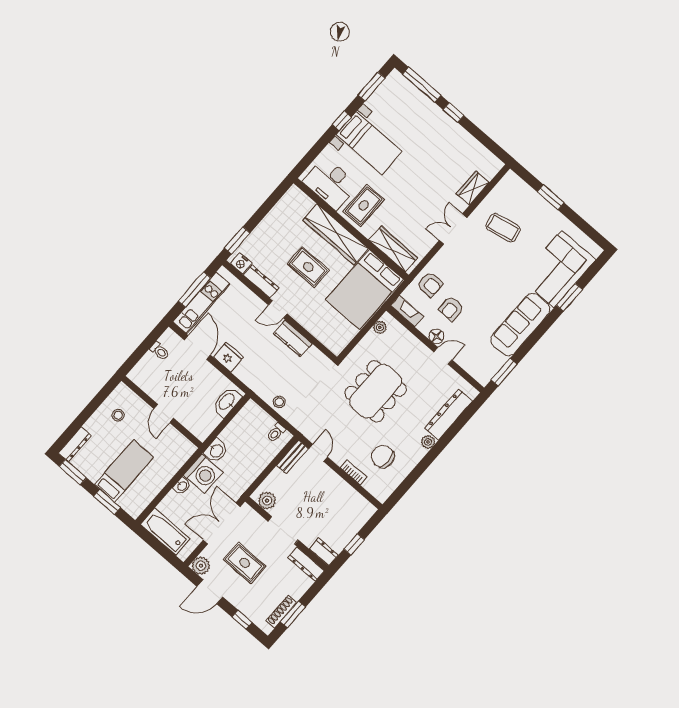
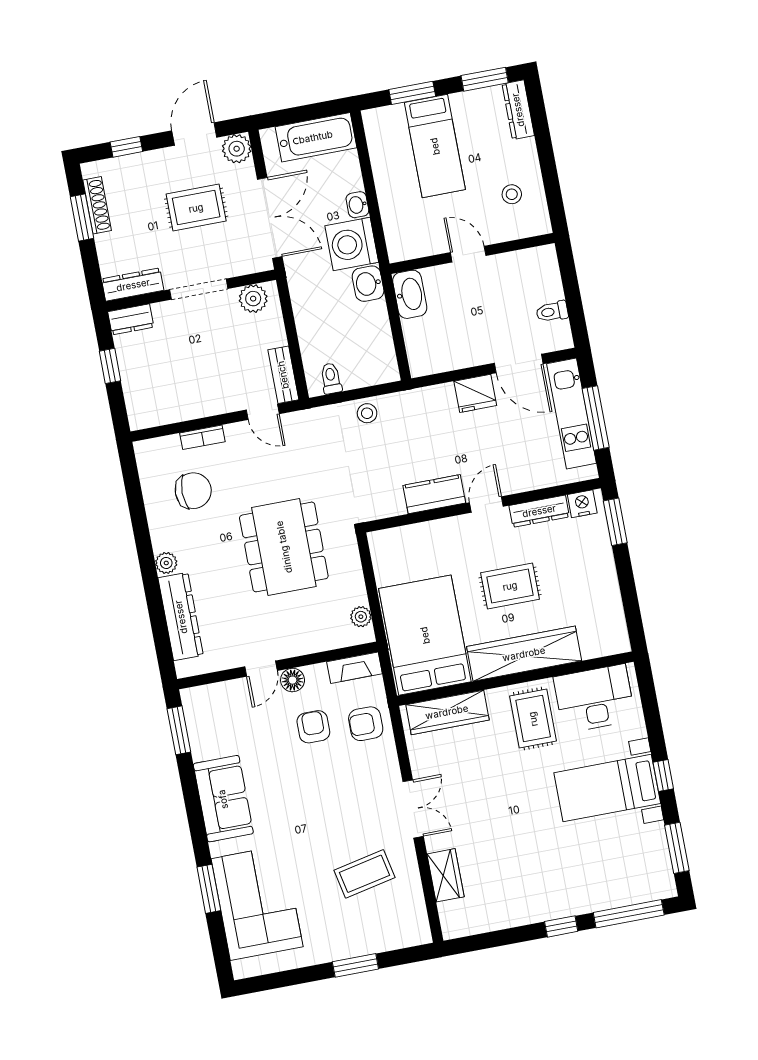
sofa: (520, 325) -> (223, 799), width x0.73
washbasin: (227, 402) -> (410, 294), moved

